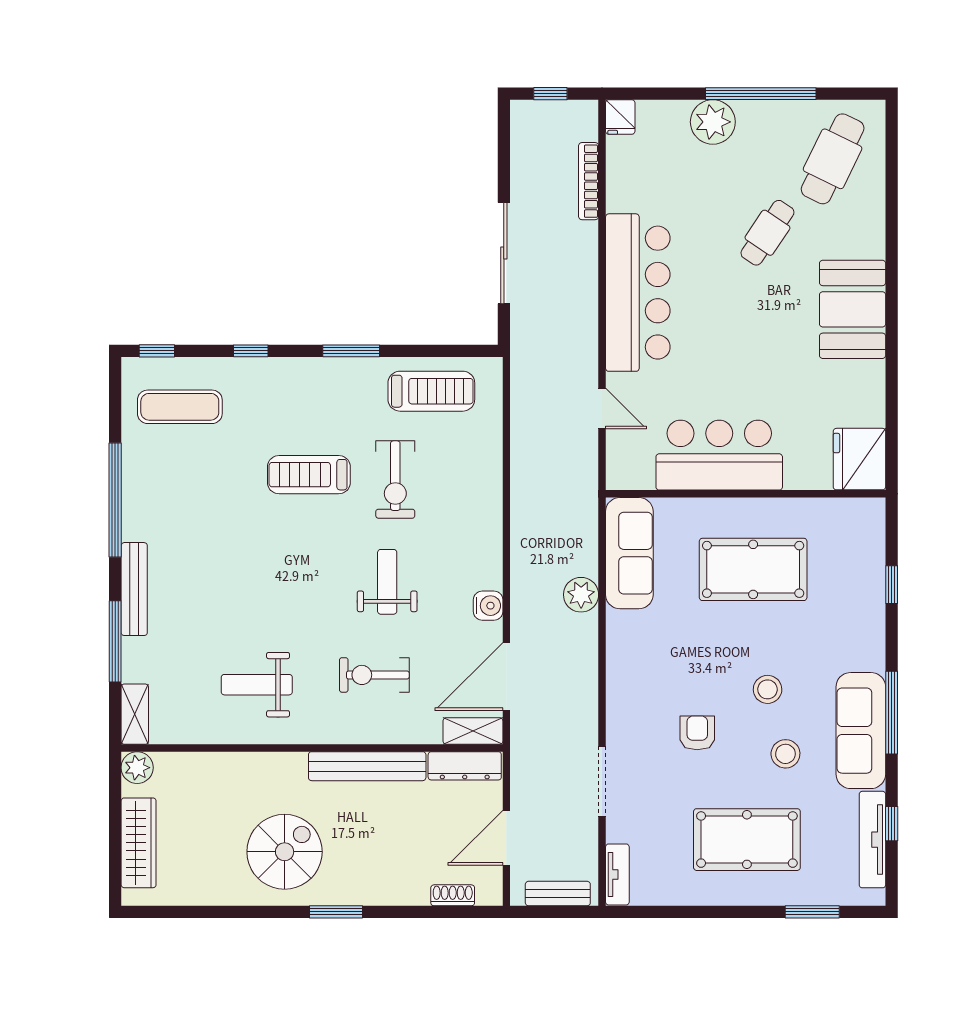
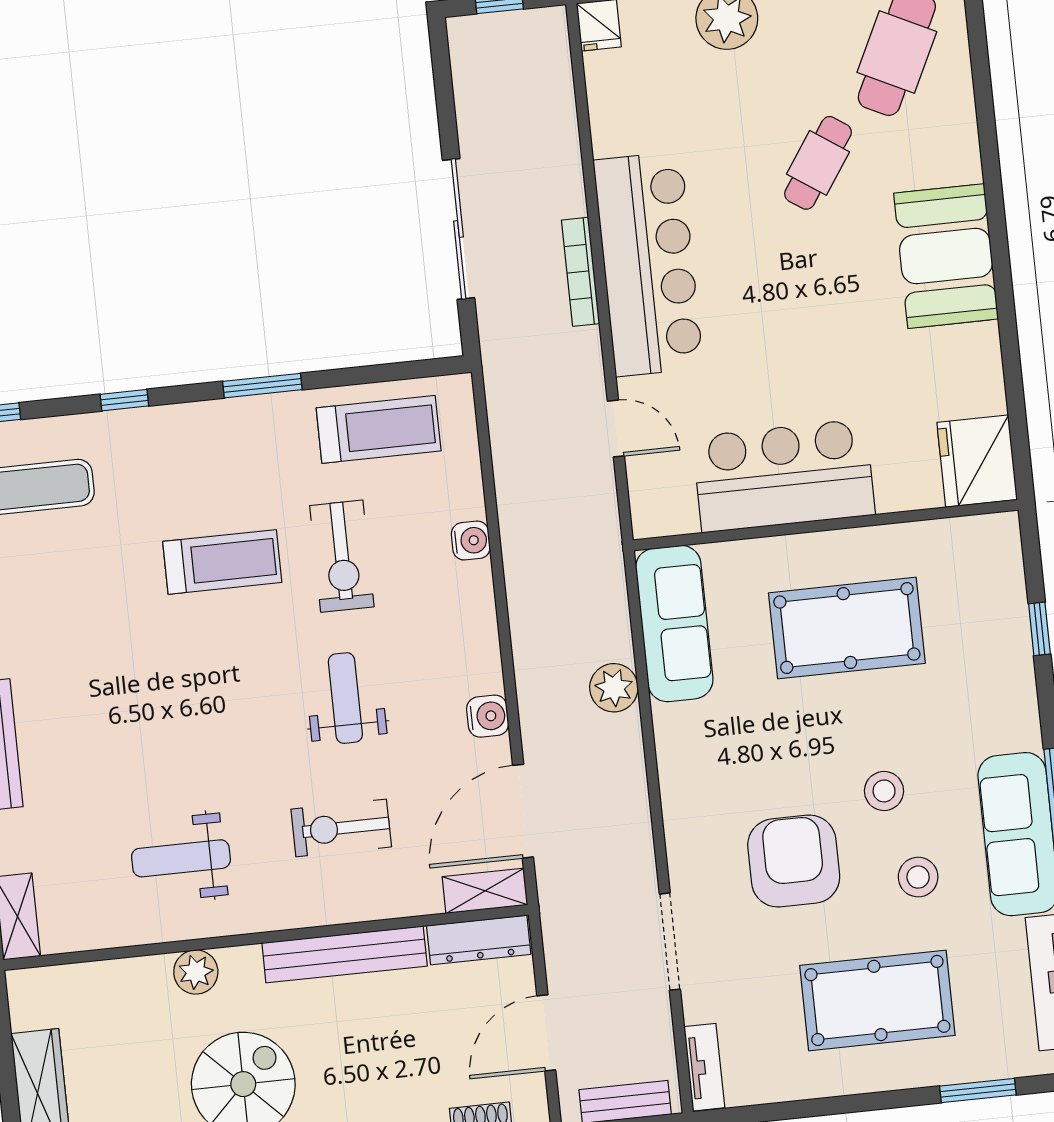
bookcase: (589, 181) -> (581, 272), moved
treadmill: (309, 475) -> (222, 562), turned 180
water cooler: (489, 478) -> (471, 541), added
armchair: (697, 733) -> (794, 861), width x1.88, depth x1.88
plant: (137, 768) -> (196, 972), moved

